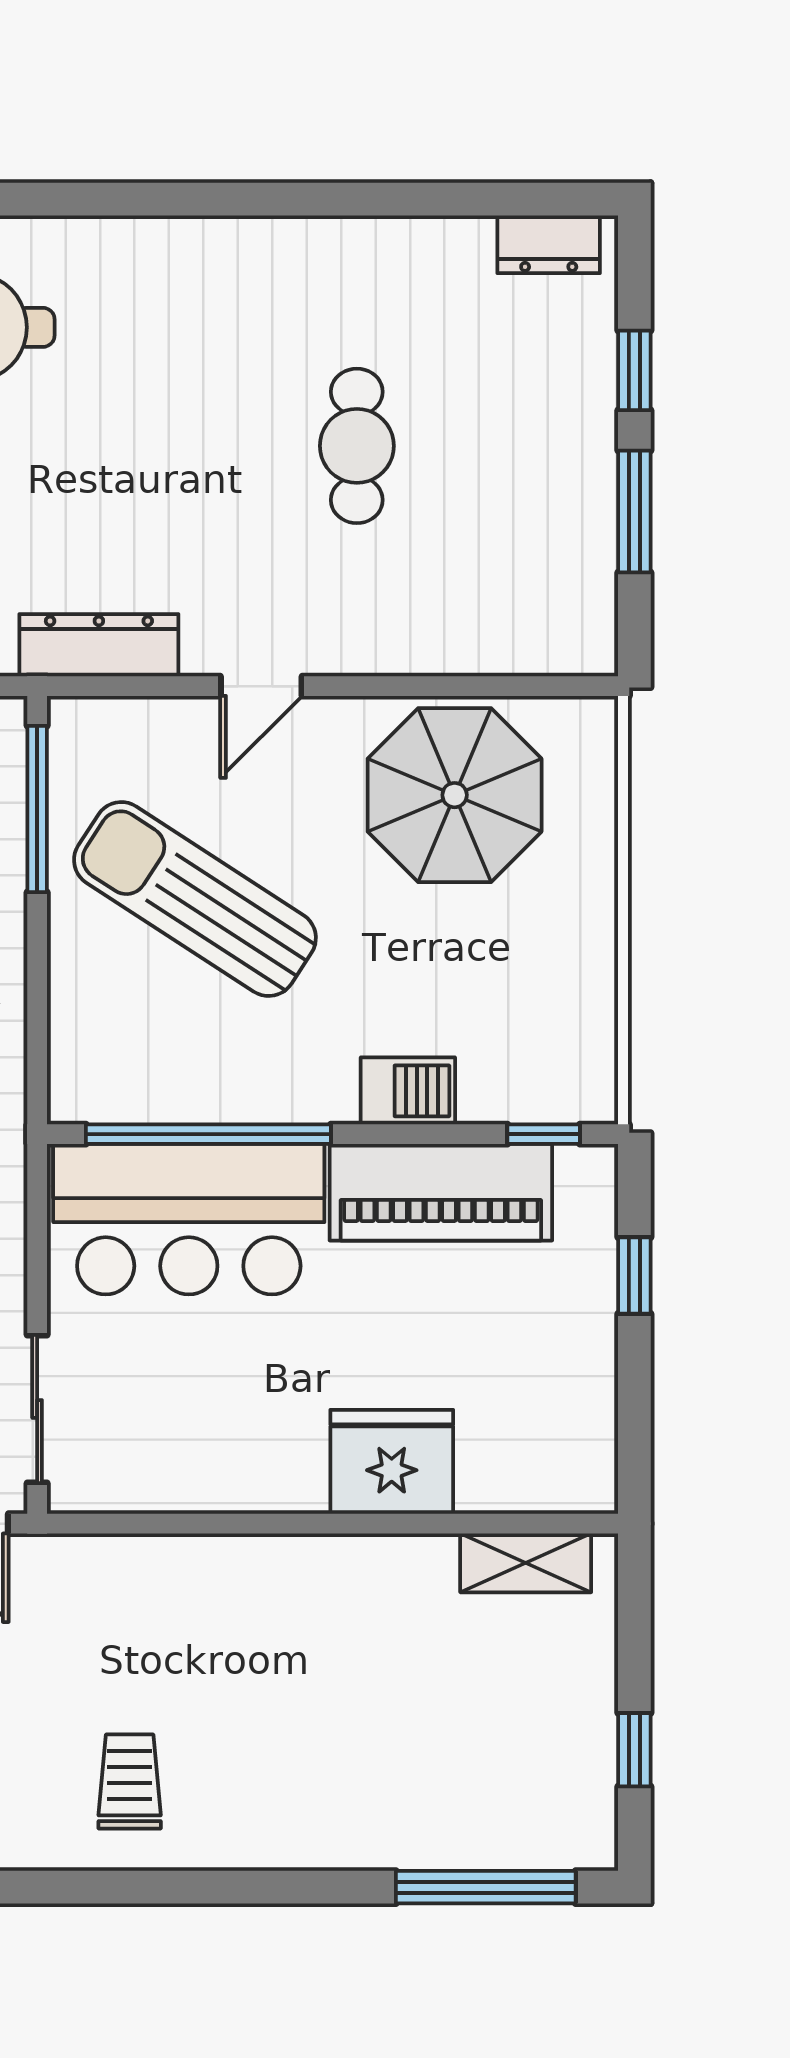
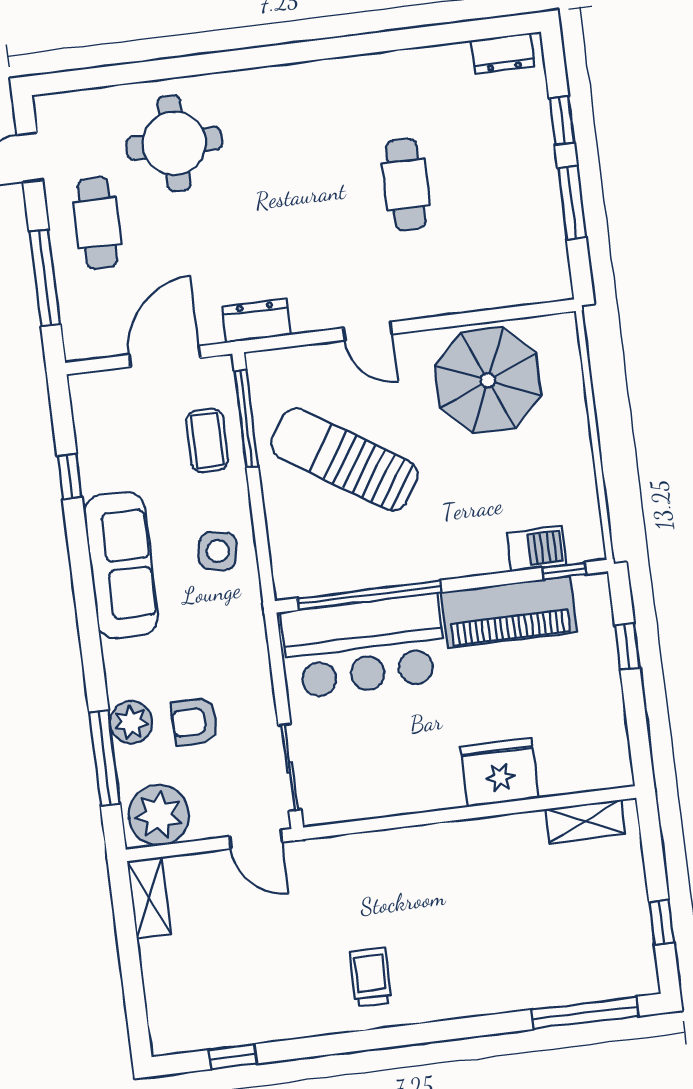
dresser: (99, 645) -> (256, 321), width x0.70
door: (261, 686) -> (368, 331), hinge flipped
barbecue: (408, 1091) -> (537, 549), moved

